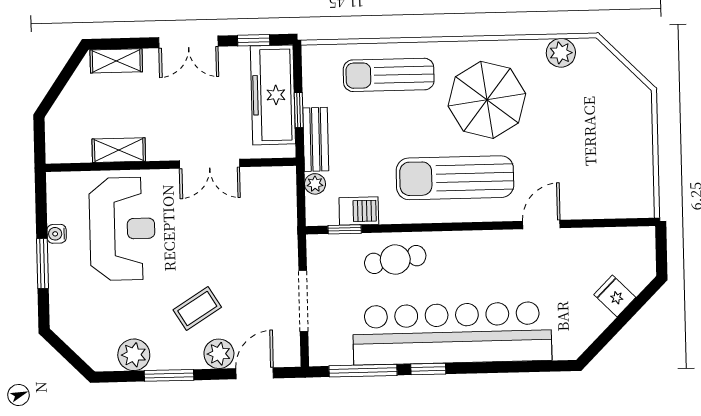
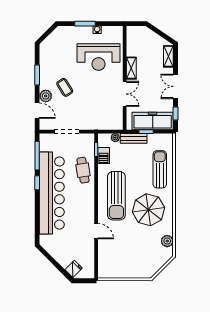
shelving: (119, 150) -> (131, 68), moved
double door: (210, 164) -> (125, 94), swing flipped
sun lounger: (455, 178) -> (116, 196), turned 180
fridge: (615, 296) -> (74, 269), moved
plant: (134, 355) -> (46, 61), removed

